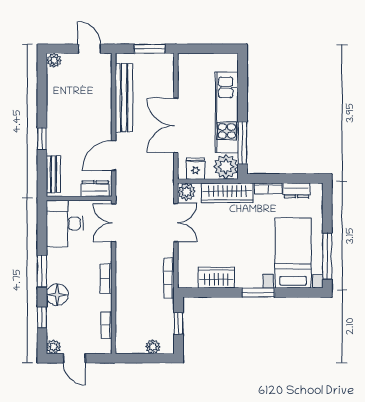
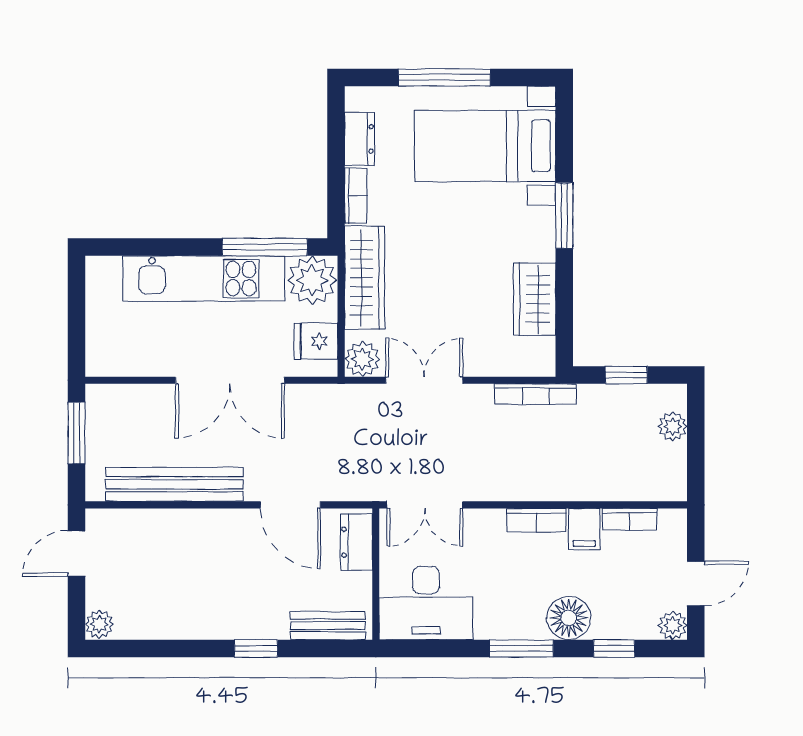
window: (327, 256) -> (444, 78), moved
filing cabinet: (102, 302) -> (584, 529), added

